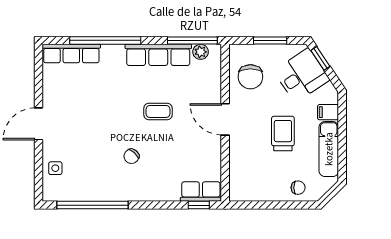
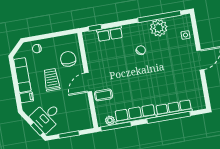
row of seats: (71, 54) -> (174, 108), moved
chair: (250, 77) -> (68, 59), moved
coffee table: (158, 111) -> (103, 95), moved
door: (225, 119) -> (88, 82), swing flipped
trolley: (283, 133) -> (52, 80), turned 180
plant: (96, 187) -> (159, 28), added
row of seats: (201, 192) -> (110, 34), moved

